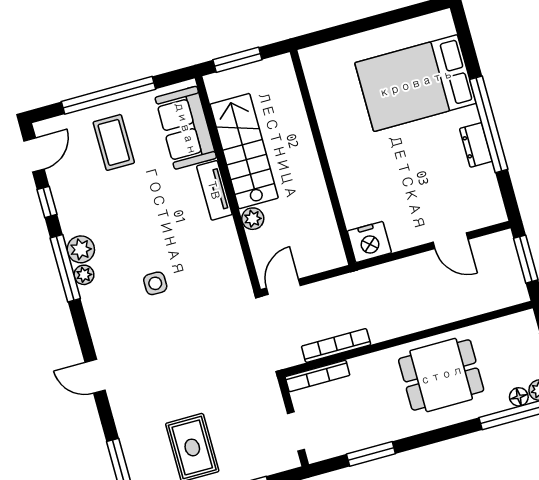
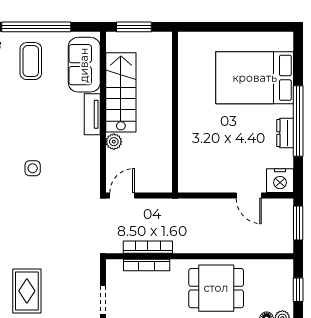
nightstand: (369, 242) -> (280, 181), moved
bookcase: (317, 376) -> (147, 265), moved

